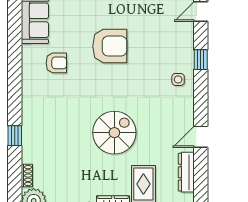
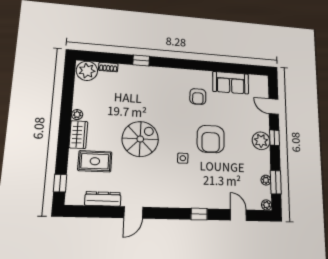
side table: (178, 79) -> (183, 158), moved
spiral stairs: (114, 133) -> (140, 139), turned -90
door: (201, 137) -> (133, 212), swing flipped

